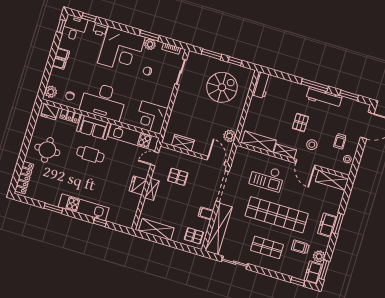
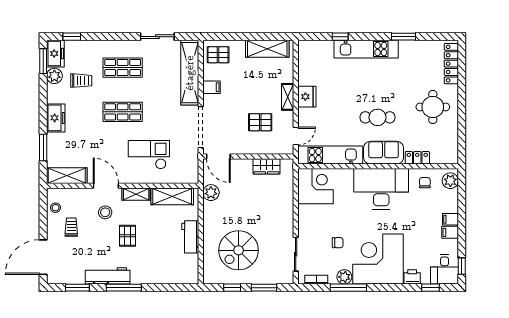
window: (149, 36) -> (348, 288), width x1.44
workbench: (261, 85) -> (190, 237), moved
fridge: (50, 112) -> (444, 156), removed
shop shelf: (277, 215) -> (123, 112), width x0.50, depth x0.74
window: (338, 224) -> (43, 147), moved

